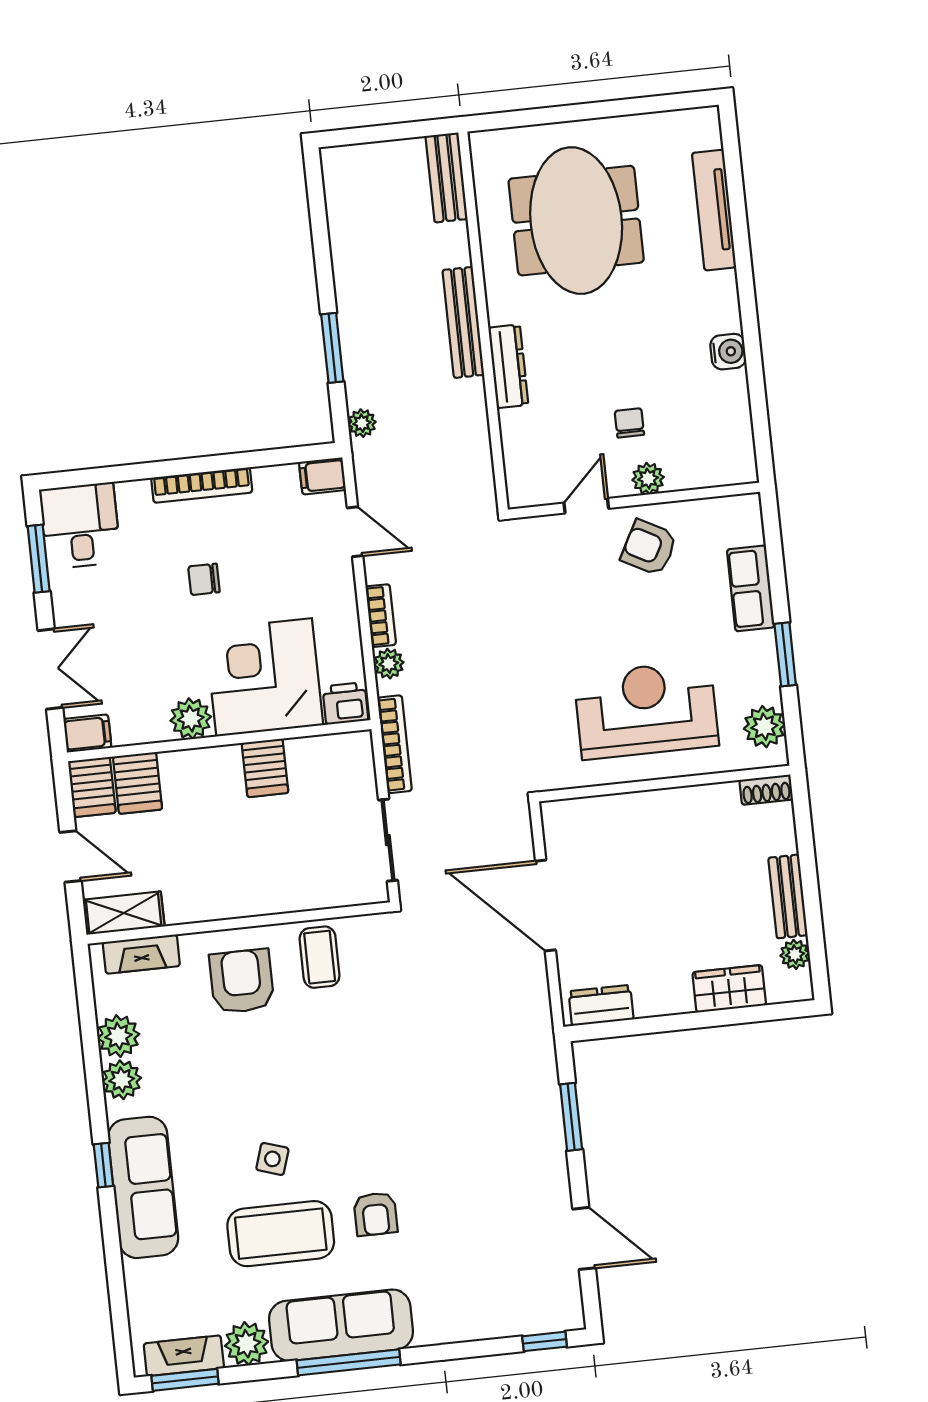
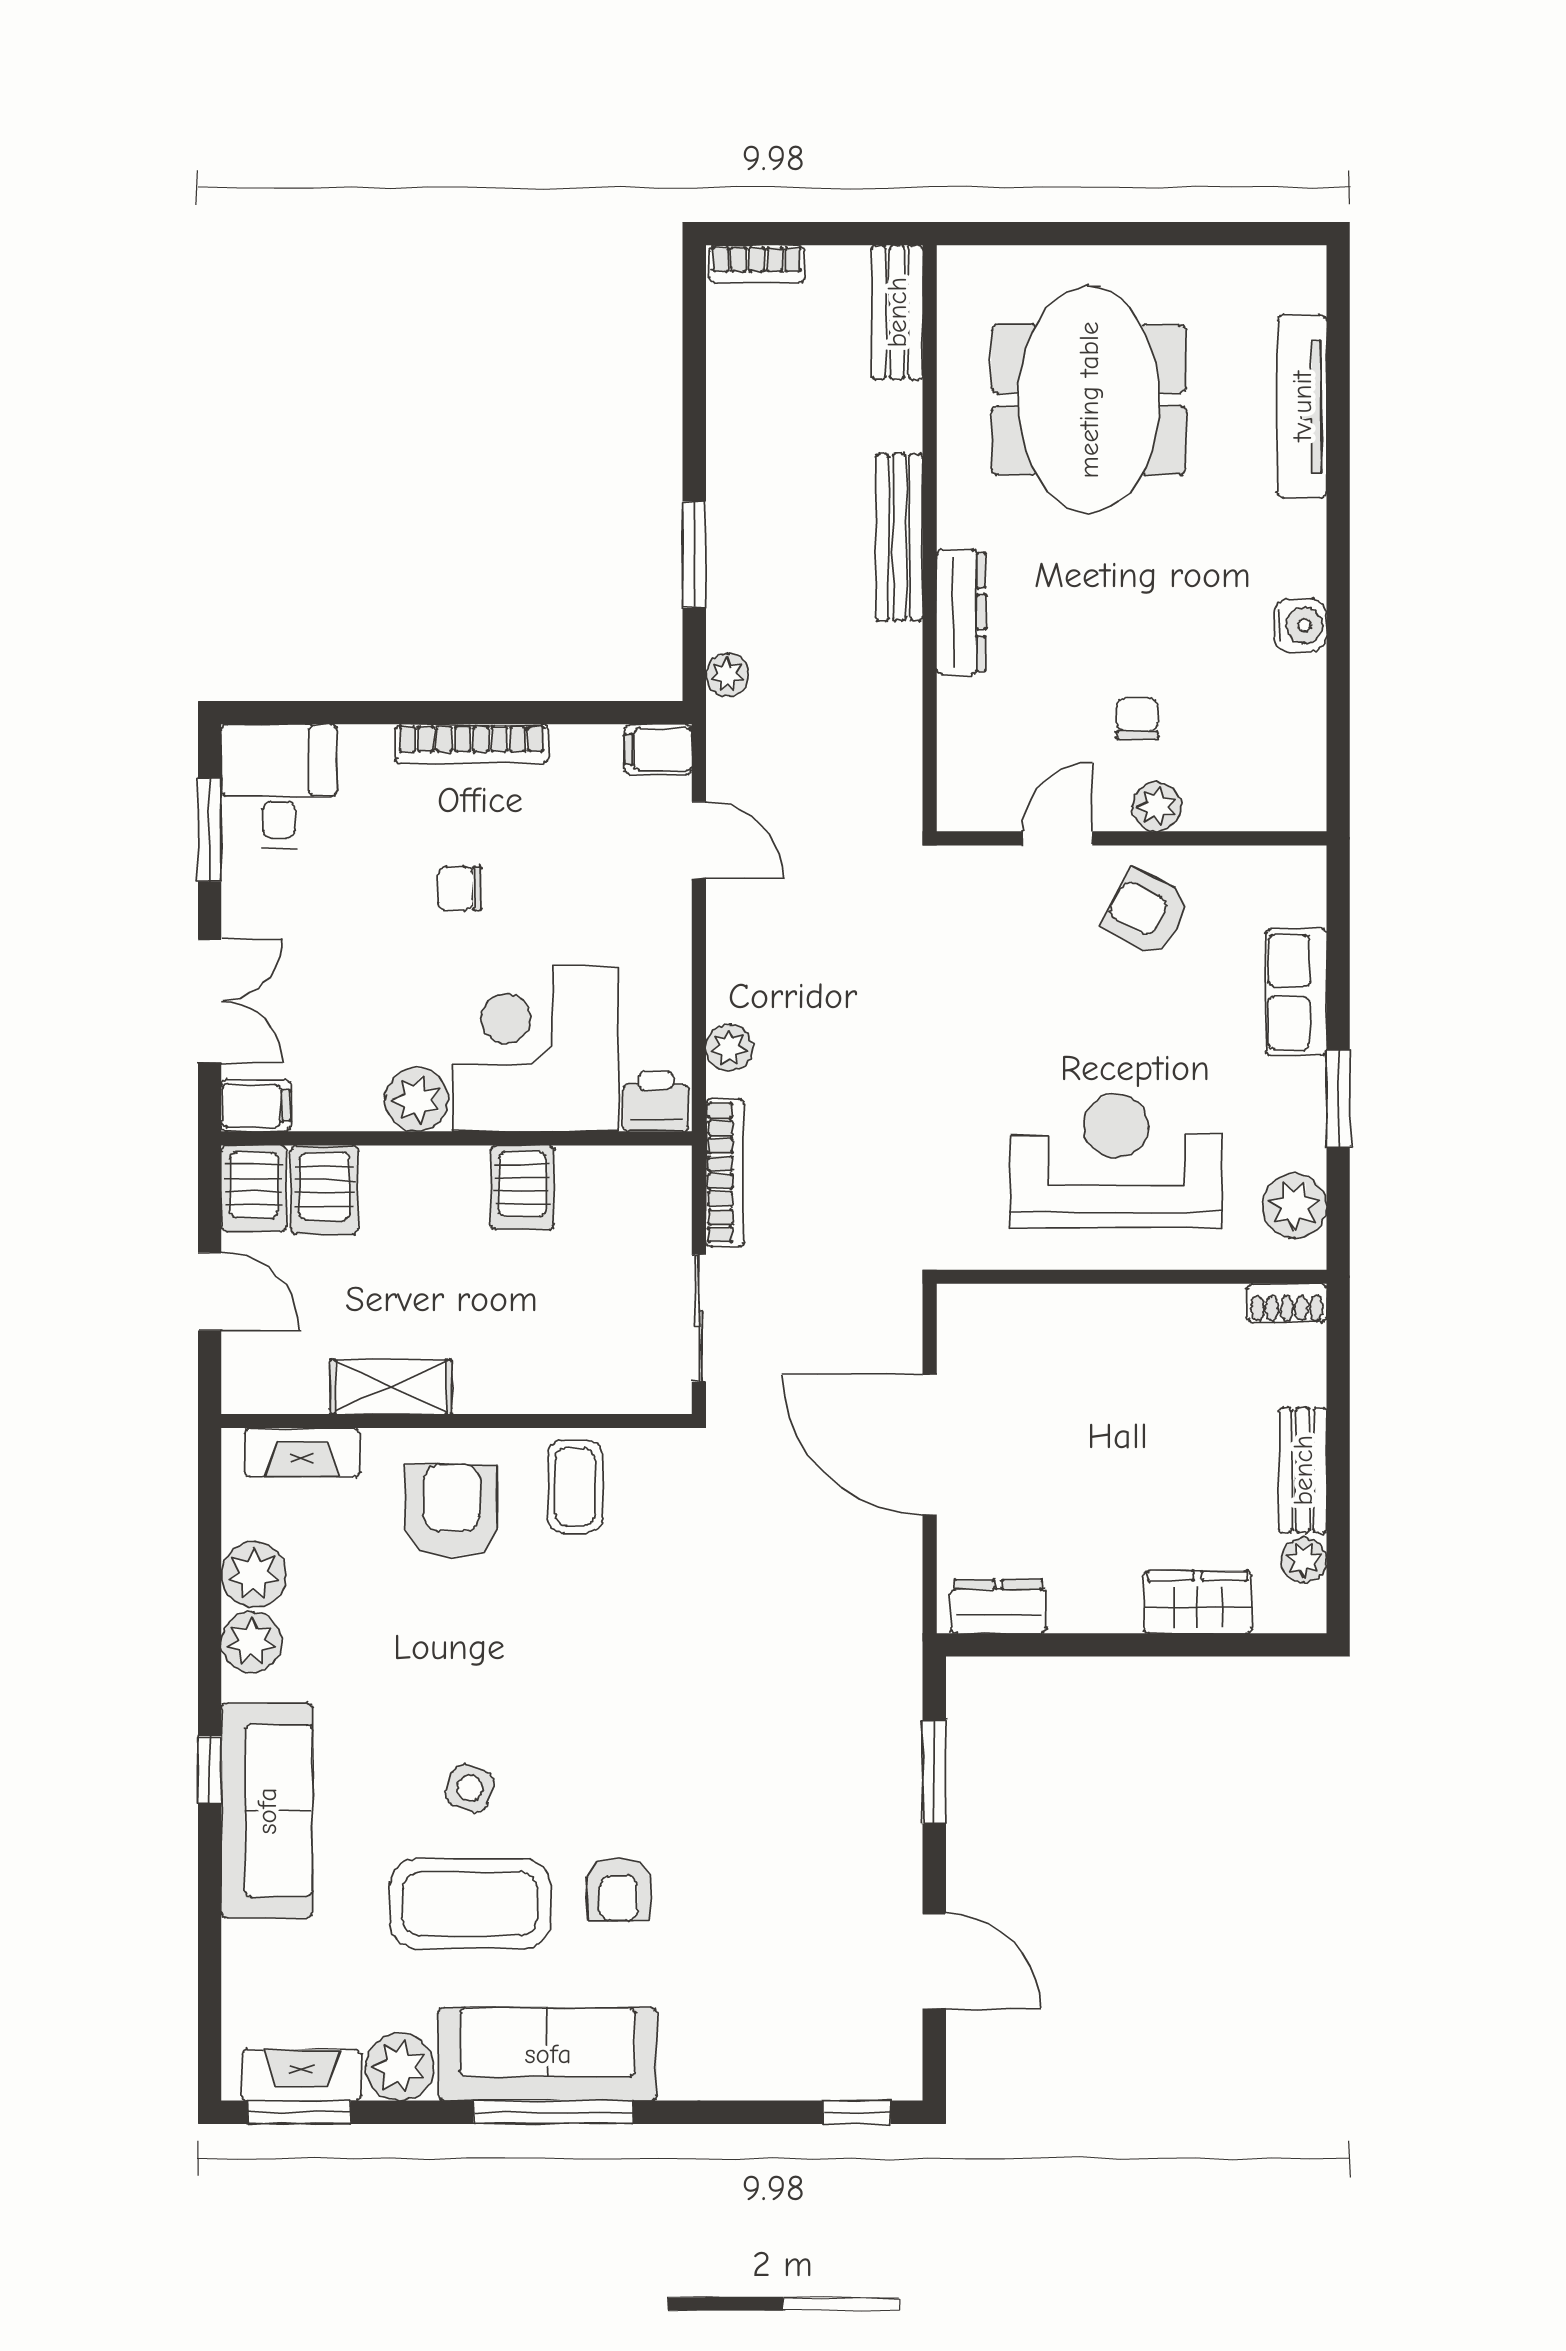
bookcase: (381, 616) -> (757, 264), moved, turned 90
shelving: (124, 913) -> (391, 1387), moved

